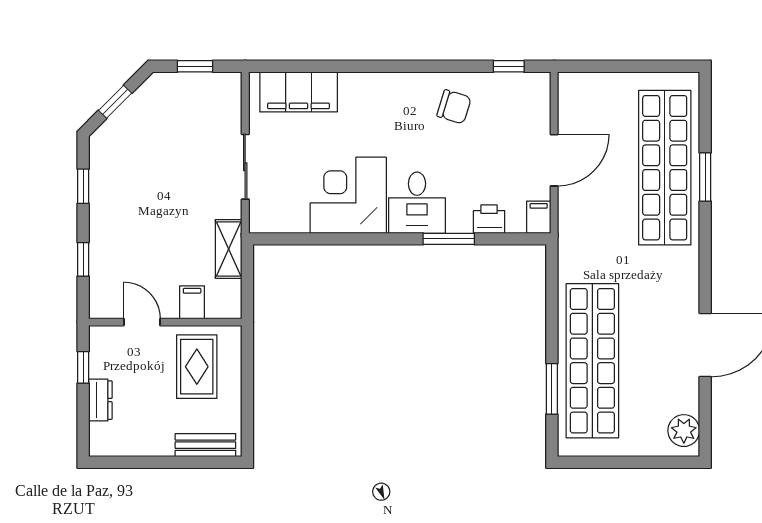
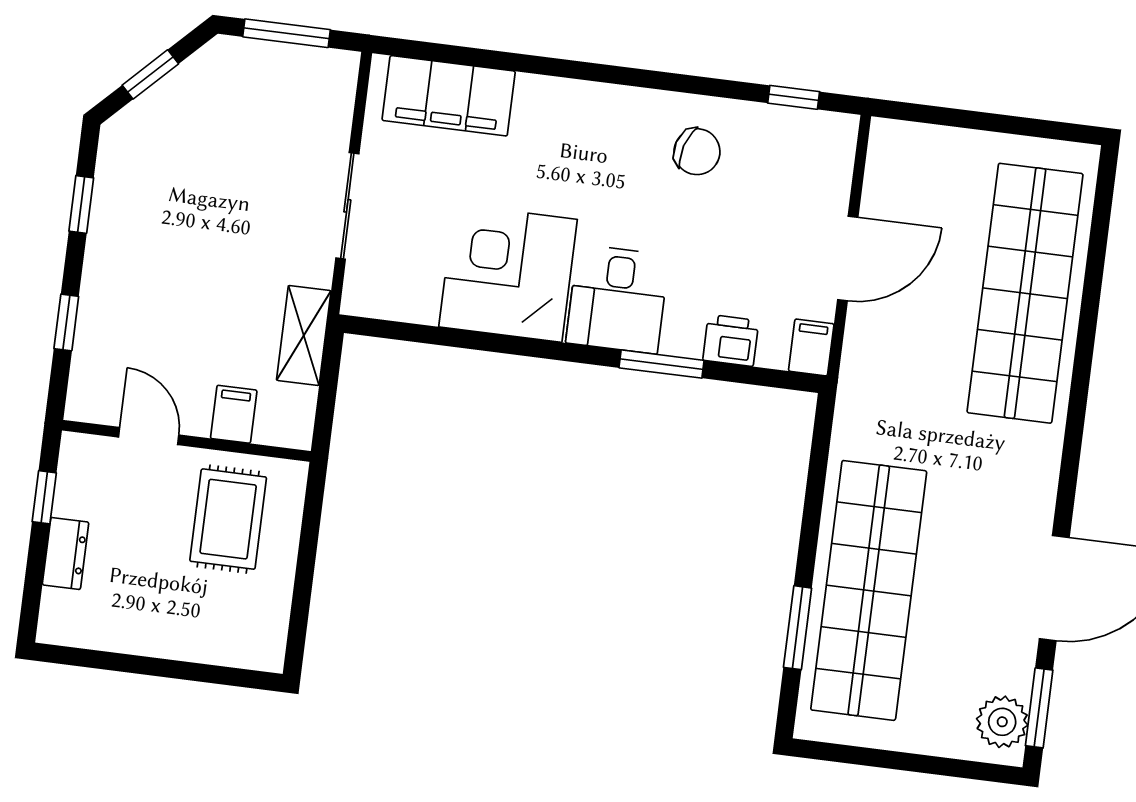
window: (195, 66) -> (287, 33), width x1.50
window: (705, 177) -> (1039, 708), moved
bench: (205, 445) -> (226, 648), removed

